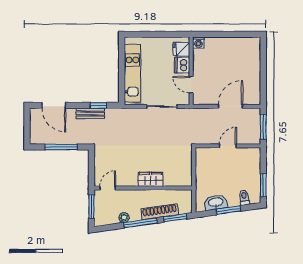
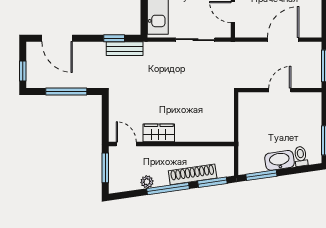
bench: (90, 113) -> (125, 49), moved
window: (27, 131) -> (23, 71), added
wardrobe: (150, 179) -> (159, 133), moved
door: (108, 188) -> (126, 144), hinge flipped
washbasin: (216, 202) -> (279, 160), moved
window: (228, 210) -> (261, 175), moved

